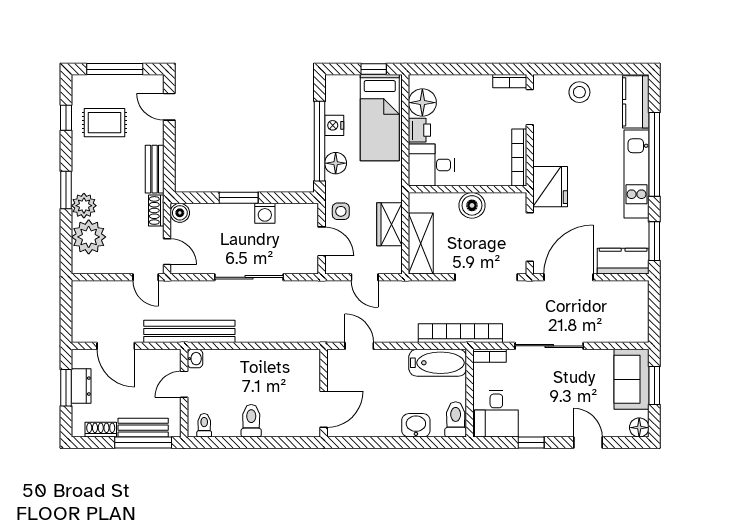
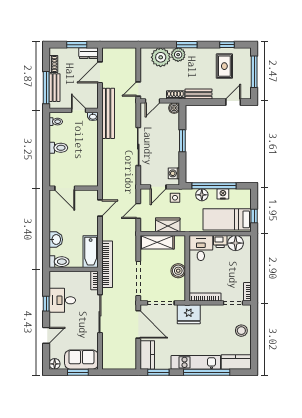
washing machine: (265, 213) -> (174, 173), moved
dresser: (81, 386) -> (89, 53), moved
desk: (496, 414) -> (62, 300), moved

